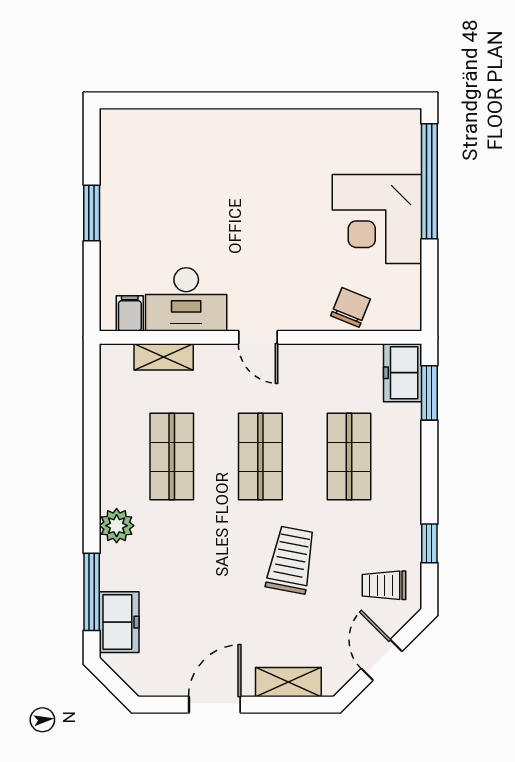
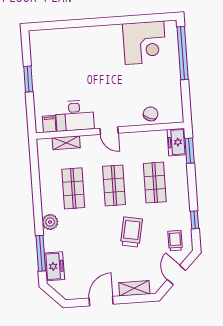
corner desk: (377, 219) -> (144, 43), moved, turned -90
trolley: (384, 585) -> (175, 241), turned 90

